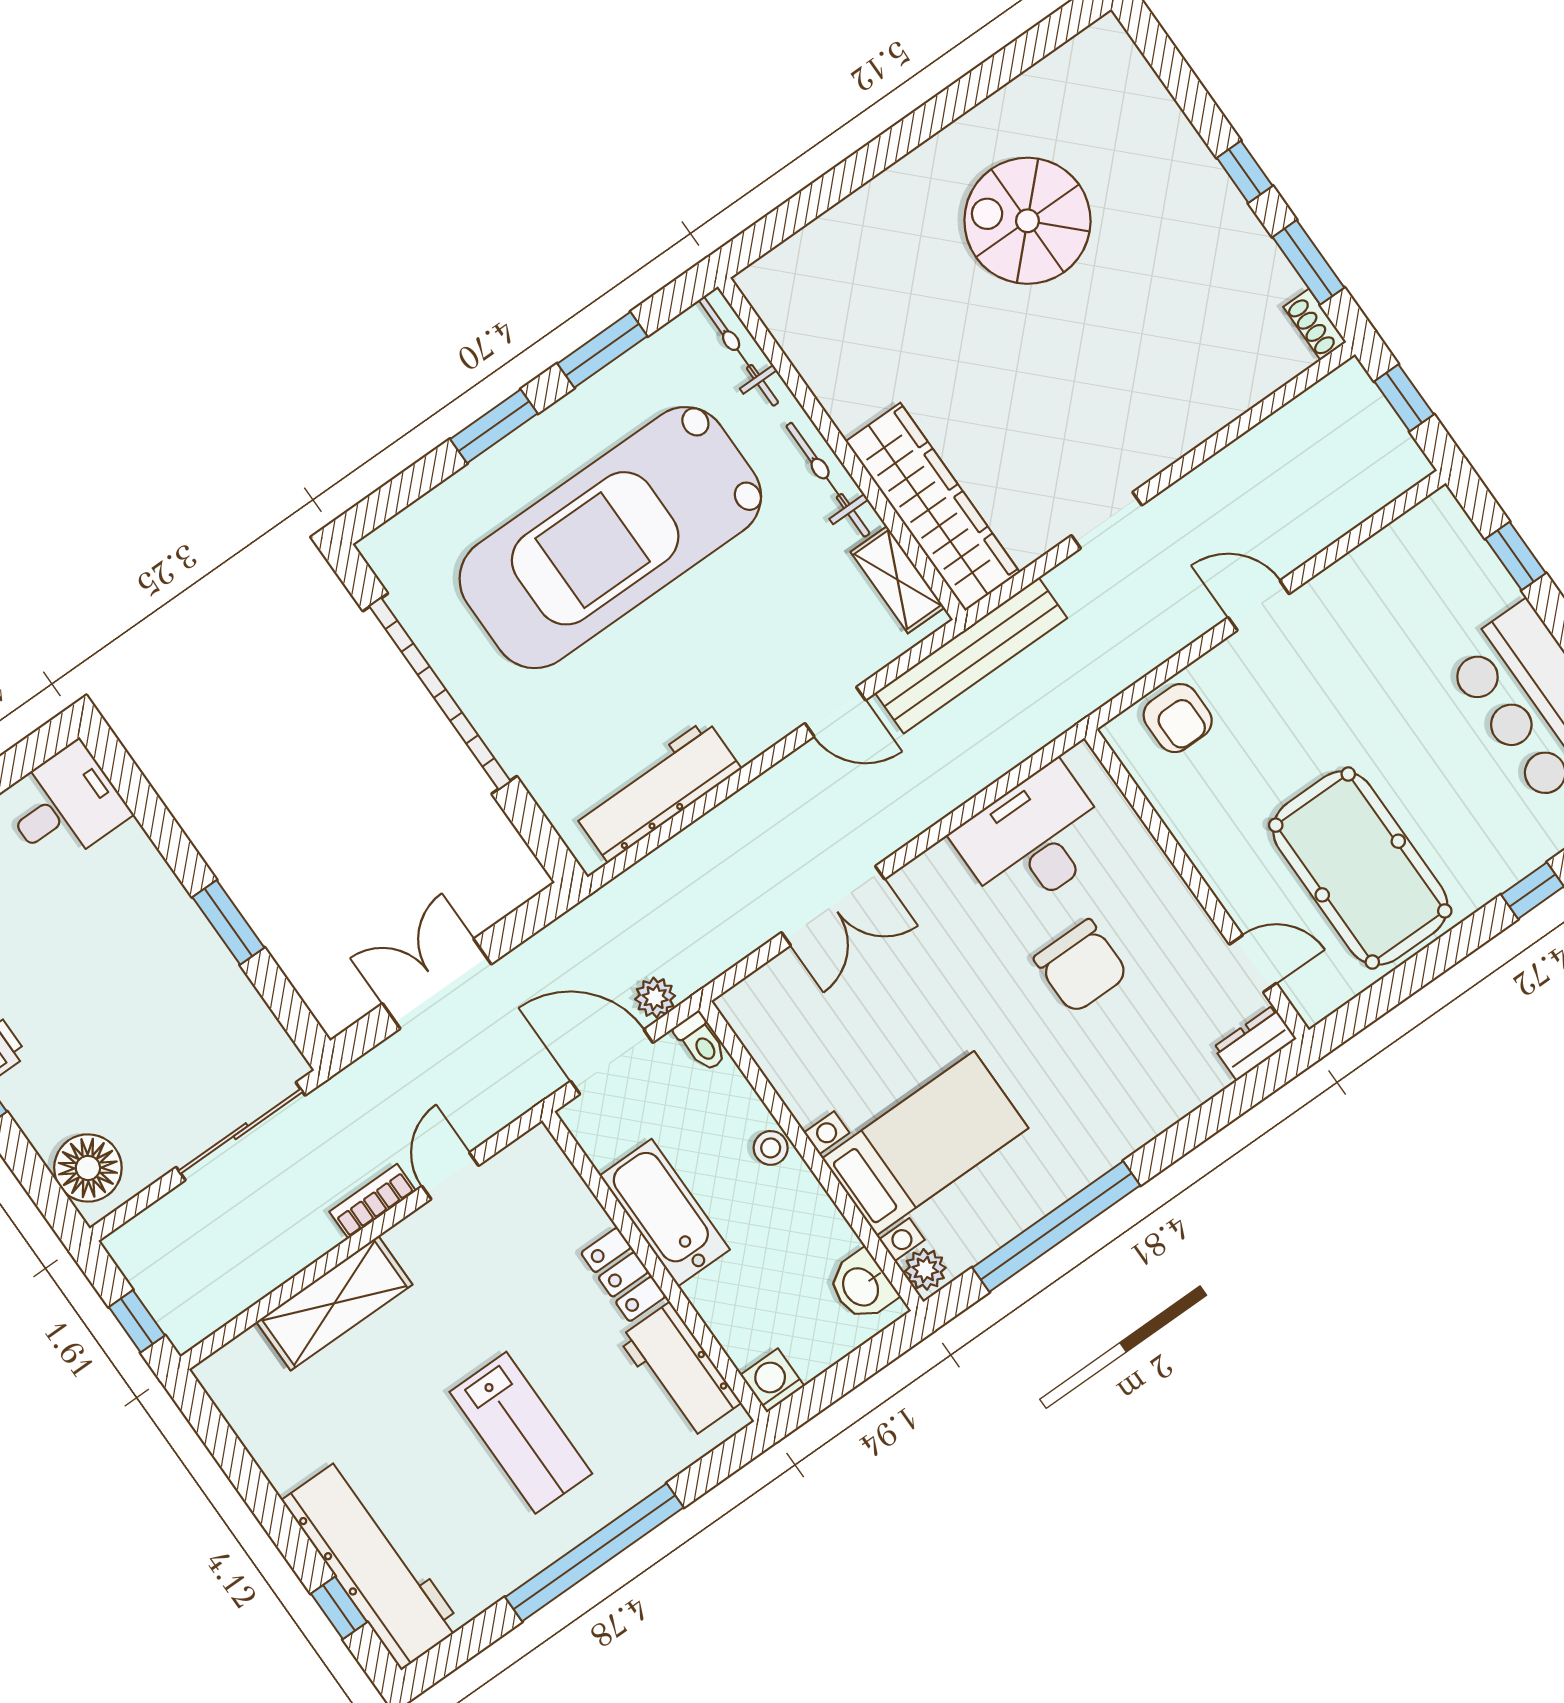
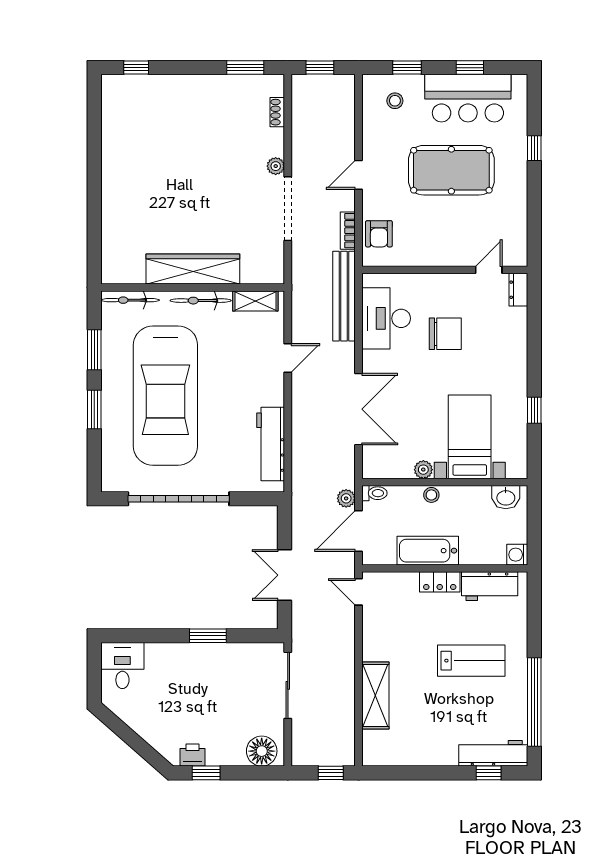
window: (1245, 172) -> (136, 68), moved
spiral stairs: (1027, 221) -> (157, 160), removed
shoe rack: (1315, 324) -> (277, 112), moved, turned 90
plant: (1168, 444) -> (276, 166), added
wardrobe: (933, 507) -> (193, 269), moved
doorway: (1107, 520) -> (288, 209), width x1.87
stool: (1440, 577) -> (395, 101), added
bench: (971, 655) -> (344, 296), moved
armchair: (1178, 718) -> (379, 234), turned 90
pool table: (1360, 868) -> (451, 170), moved
double door: (833, 906) -> (359, 409), width x1.37
door: (450, 1176) -> (359, 592), moved
bookcase: (373, 1201) -> (348, 231), moved
window: (1056, 1226) -> (534, 410), width x0.32
plant: (925, 1269) -> (423, 470), moved
window: (594, 1552) -> (534, 702), moved
workbench: (372, 1563) -> (493, 753), width x0.73, depth x0.76

